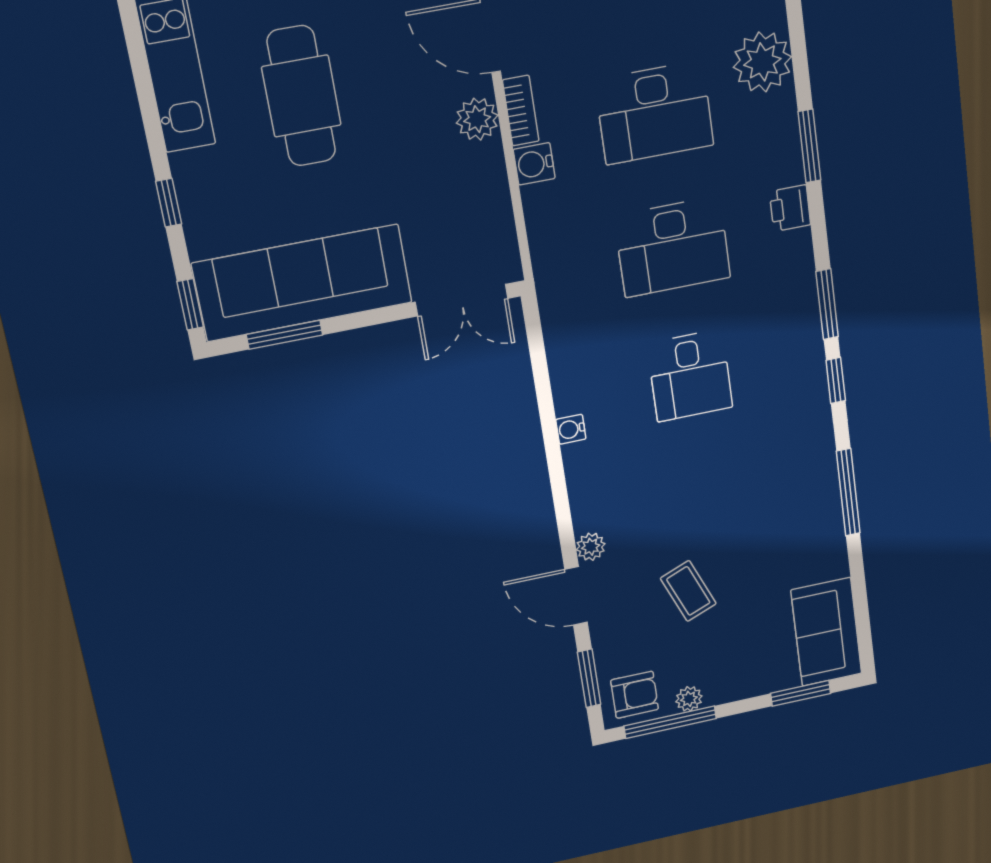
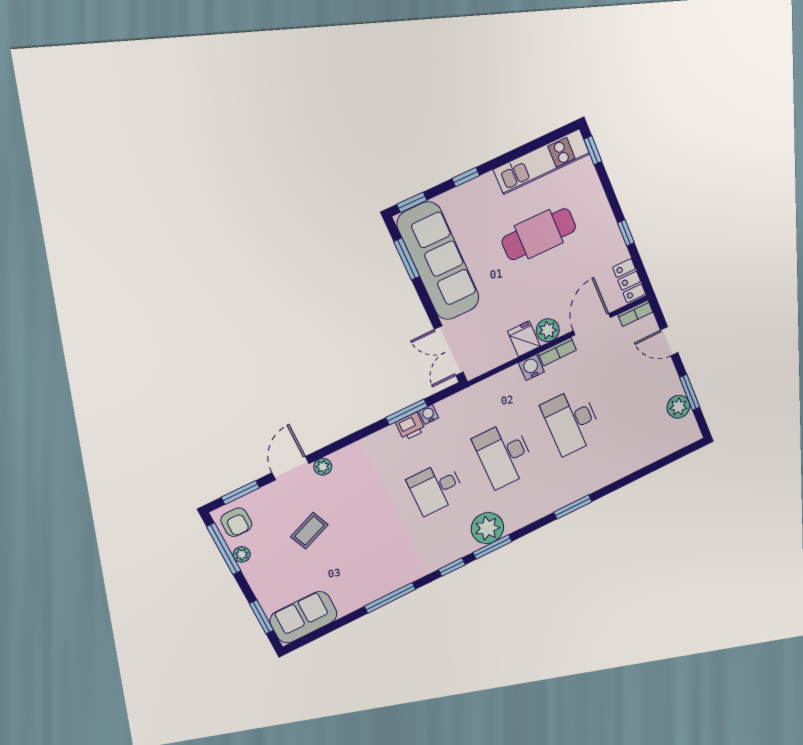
plant: (762, 62) -> (487, 528), moved
fridge: (480, 166) -> (524, 339), added
printer: (790, 208) -> (411, 426), moved, turned 180
window: (544, 394) -> (407, 412), added
water cooler: (571, 429) -> (429, 414), moved

